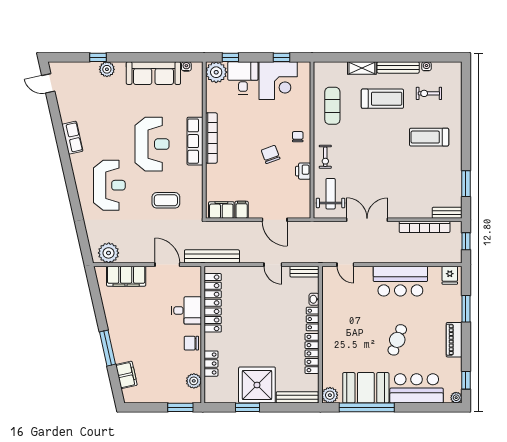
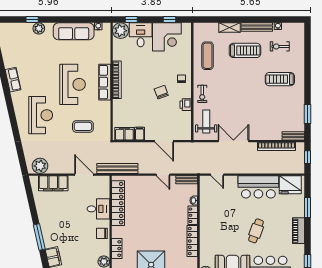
fridge: (450, 275) -> (290, 185), width x1.88, depth x1.34

